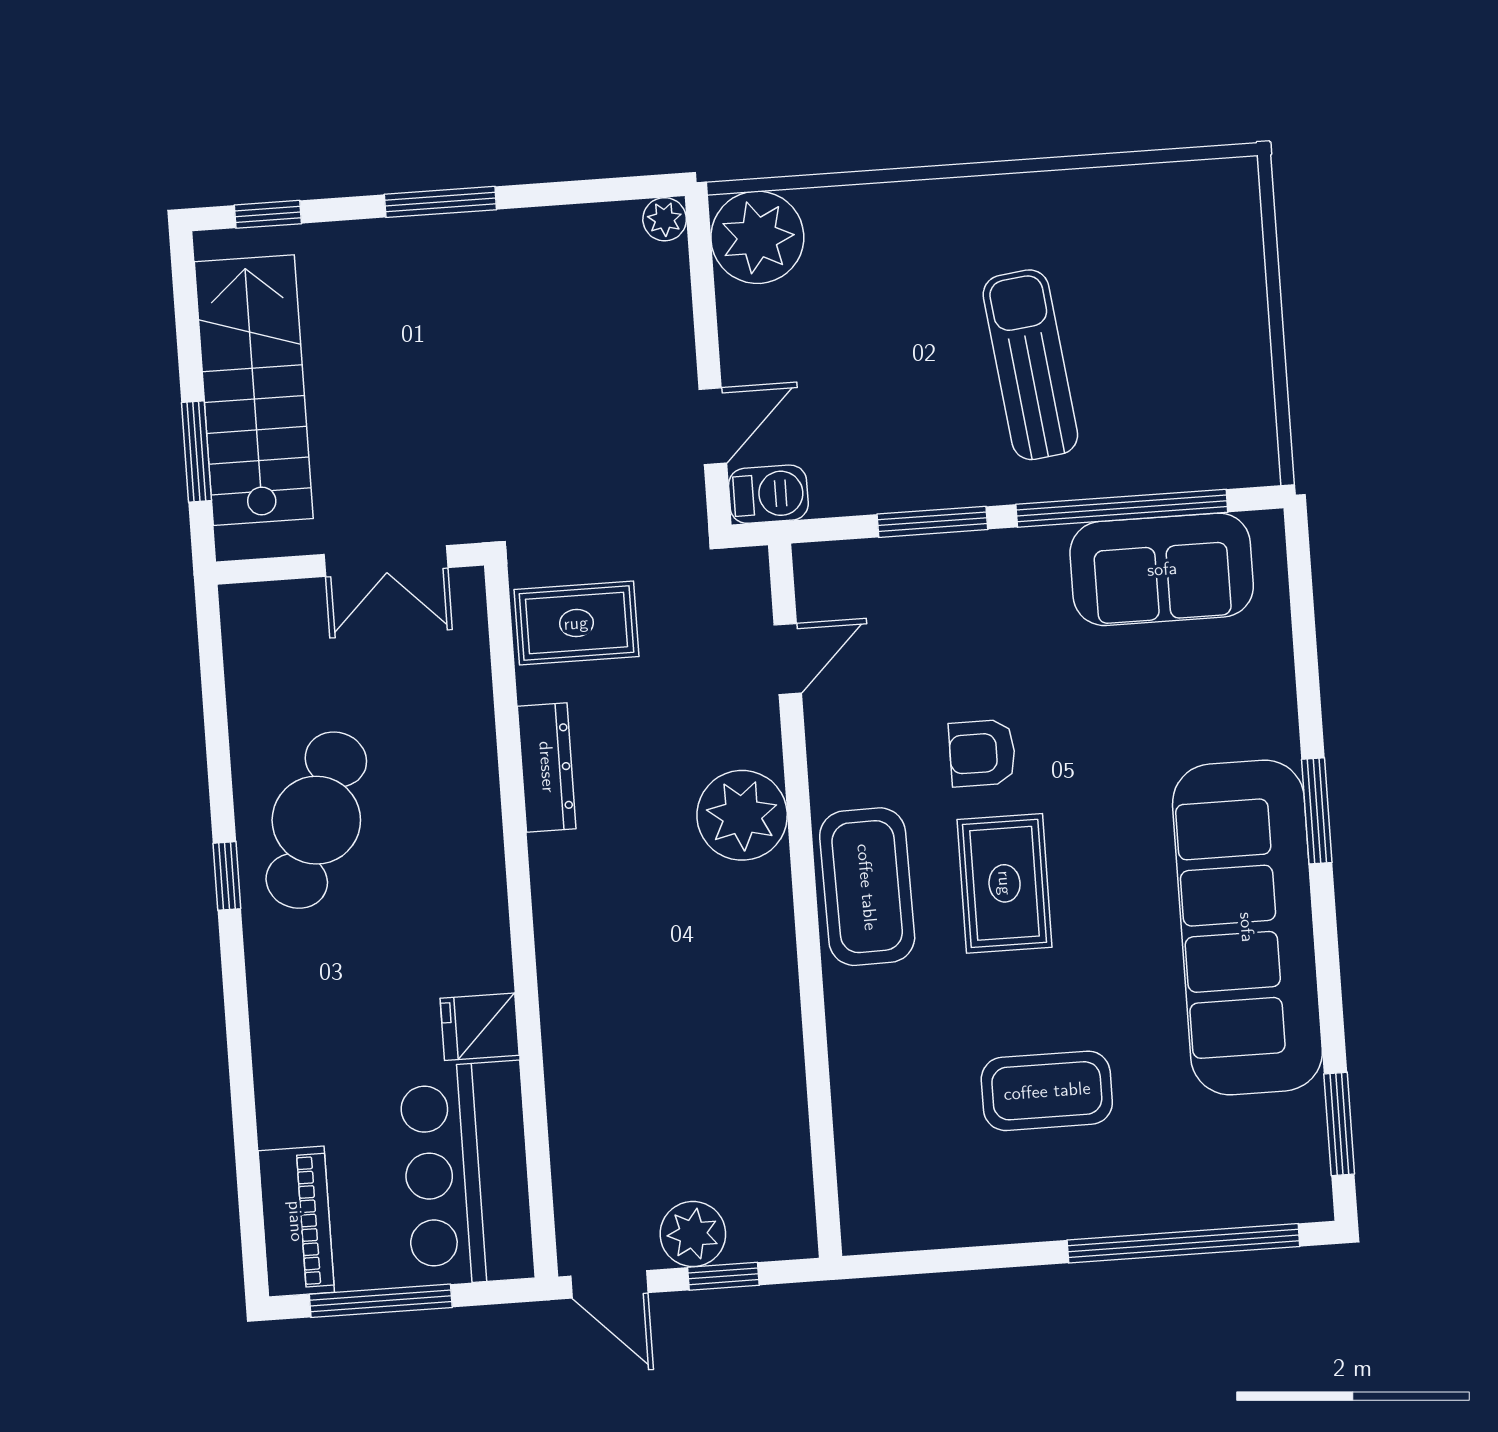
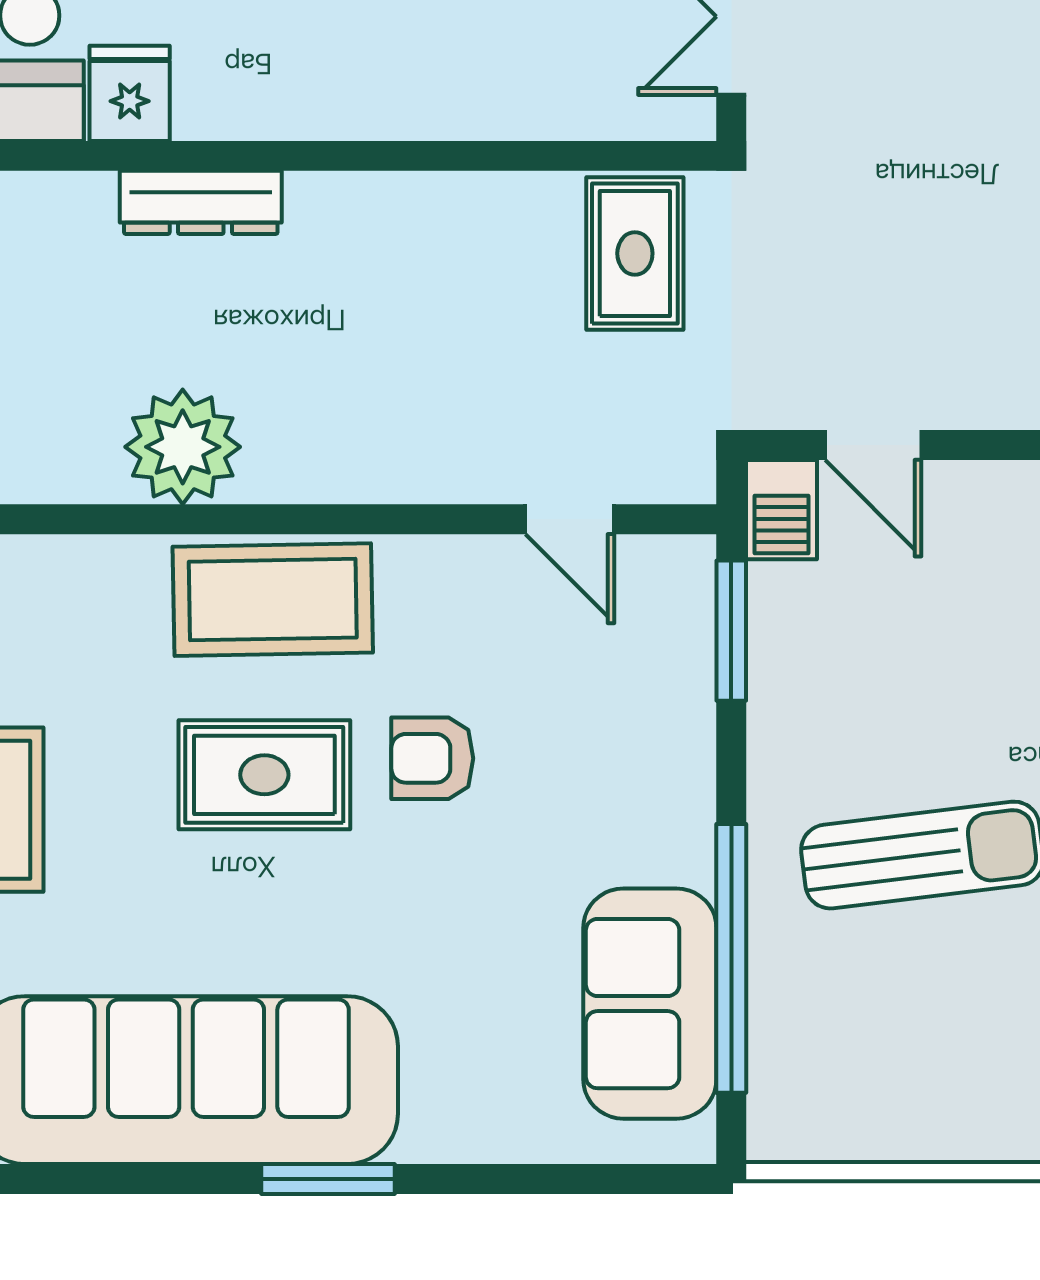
window: (932, 522) -> (731, 631), moved
armchair: (982, 753) -> (432, 758), turned -90
dresser: (547, 767) -> (201, 202), moved
plant: (742, 815) -> (183, 447), moved

